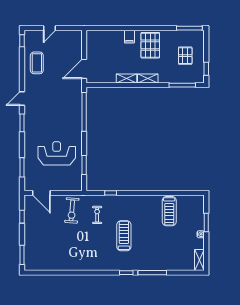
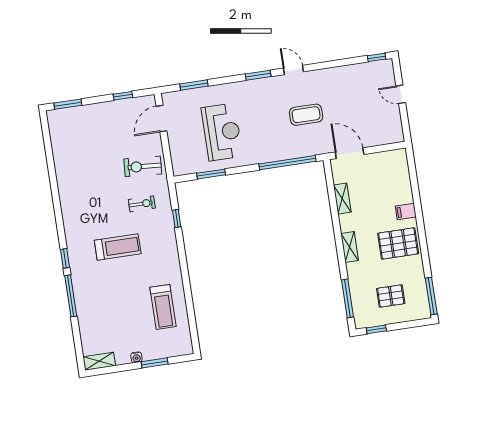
coffee table: (37, 63) -> (306, 115), moved
shelving: (126, 78) -> (342, 199), moved
treadmill: (169, 211) -> (163, 307), turned -90

